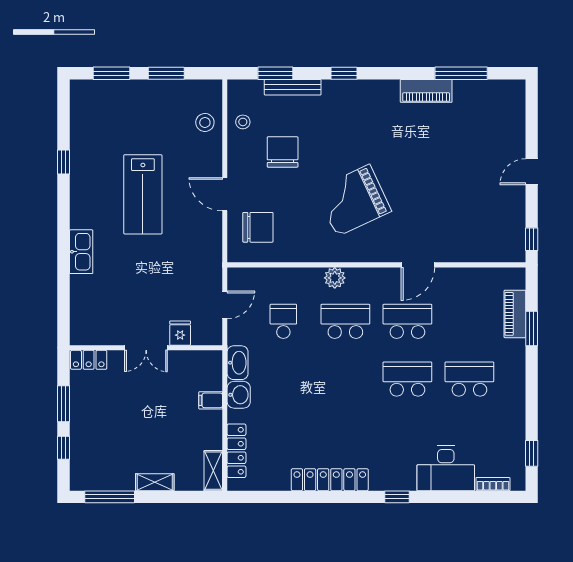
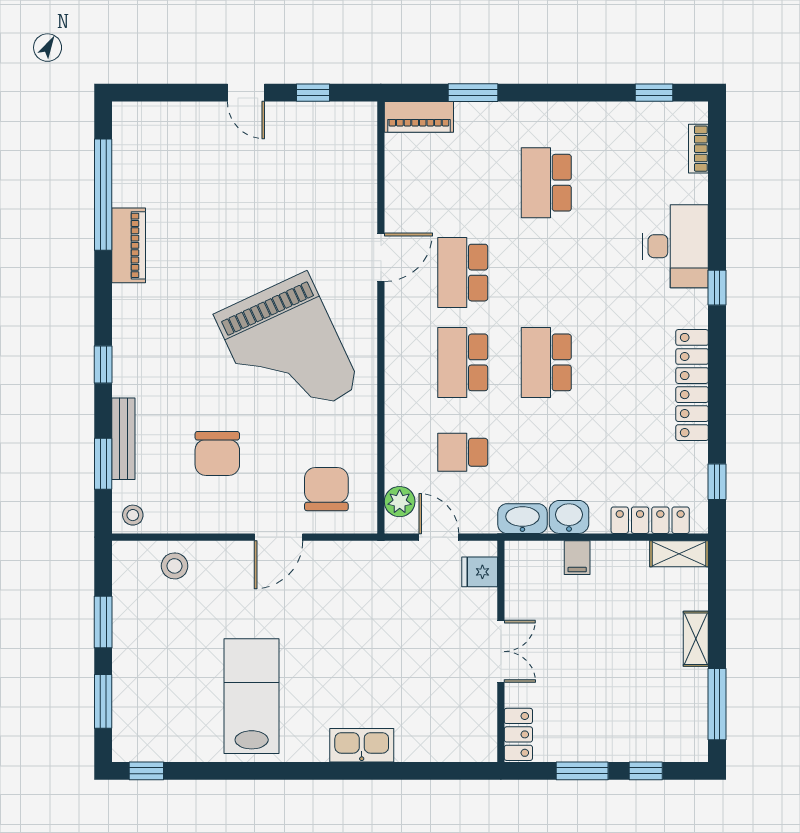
window: (461, 73) -> (103, 195), width x1.46
stool: (243, 122) -> (133, 515), moved
chair: (283, 152) -> (217, 453), turned -90
window: (64, 162) -> (146, 771), moved
lab bench: (143, 194) -> (252, 696), moved, turned -90
grand piano: (353, 200) -> (287, 351), width x1.37, depth x1.48
window: (532, 239) -> (313, 93), moved
door: (418, 265) -> (381, 257), hinge flipped
plant: (335, 278) -> (400, 502), moved
piano: (515, 314) -> (419, 117), moved
fridge: (180, 333) -> (480, 572), moved
school desk: (407, 379) -> (546, 362), moved
desk: (446, 468) -> (676, 246), moved
window: (263, 497) -> (717, 482), added

